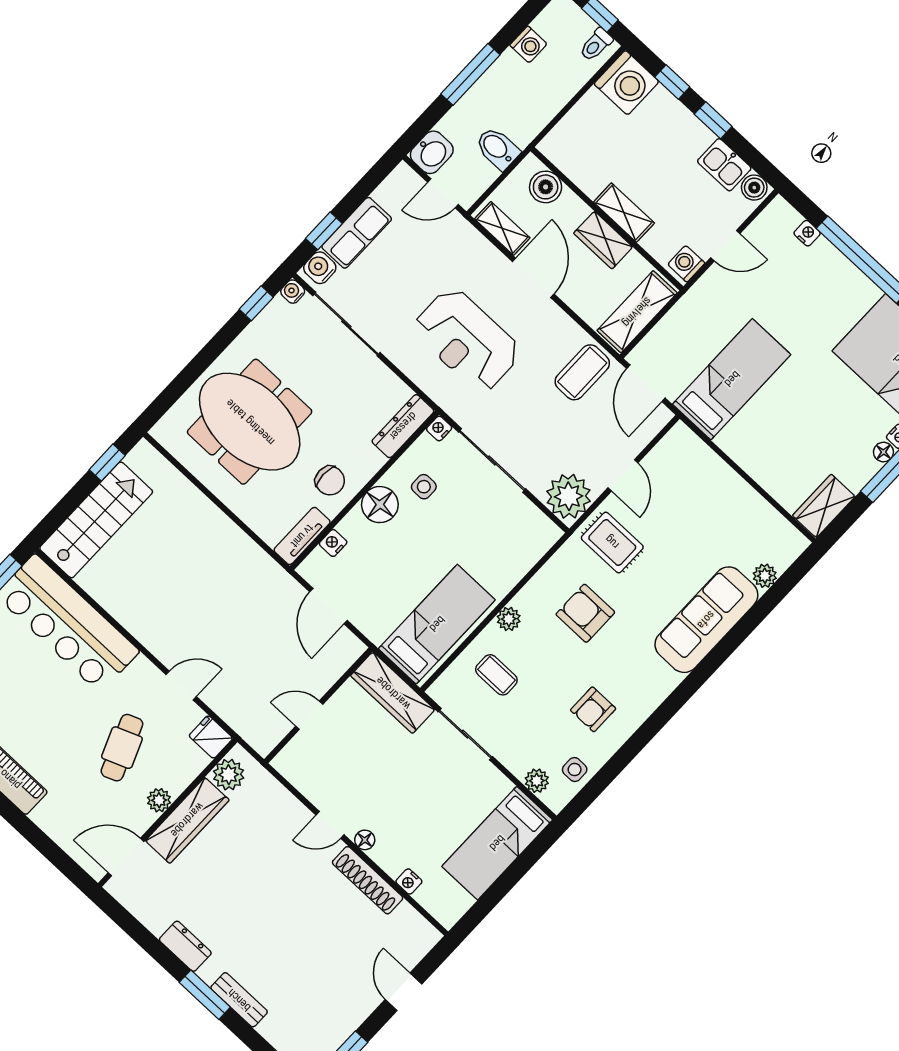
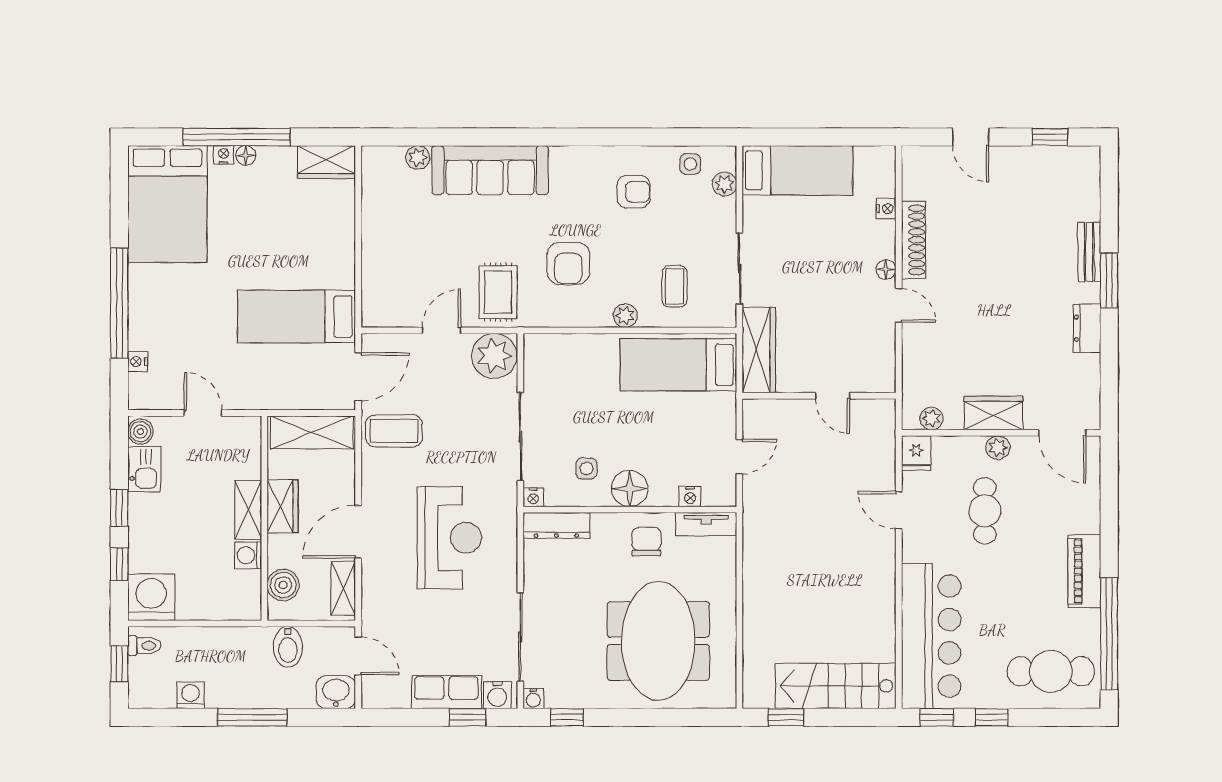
washing machine: (686, 264) -> (248, 555), moved, turned 90
door: (328, 606) -> (739, 457), width x0.73
cafe table: (122, 748) -> (985, 511), turned -68
plant: (229, 775) -> (931, 418), width x0.73, depth x0.73
wardrobe: (187, 820) -> (993, 413), width x0.67
door: (404, 992) -> (971, 137), hinge flipped

